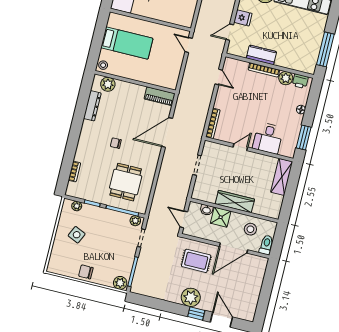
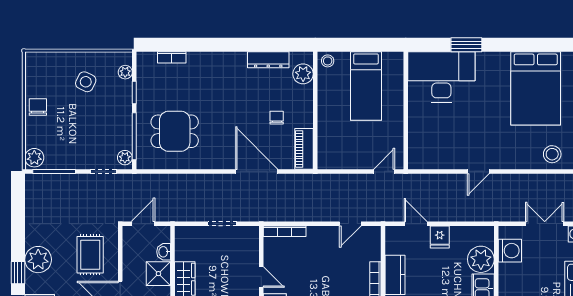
chair: (116, 143) -> (277, 118), moved

